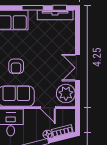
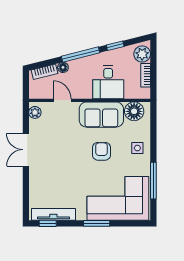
window: (33, 8) -> (97, 223), moved
double door: (78, 68) -> (26, 150), swing flipped
plant: (66, 93) -> (35, 112), width x0.53, depth x0.53

